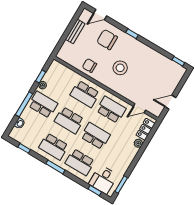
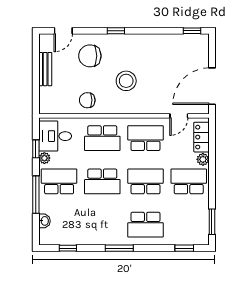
door: (170, 102) -> (212, 86), width x1.87
school desk: (54, 147) -> (189, 181), moved, turned 180
desk: (103, 180) -> (55, 136), moved, turned 90

